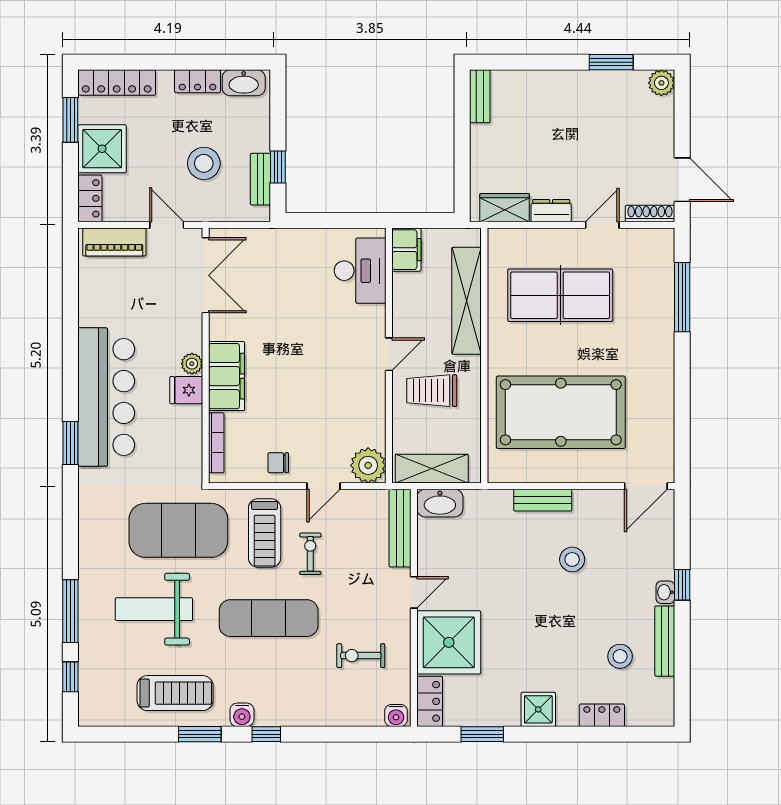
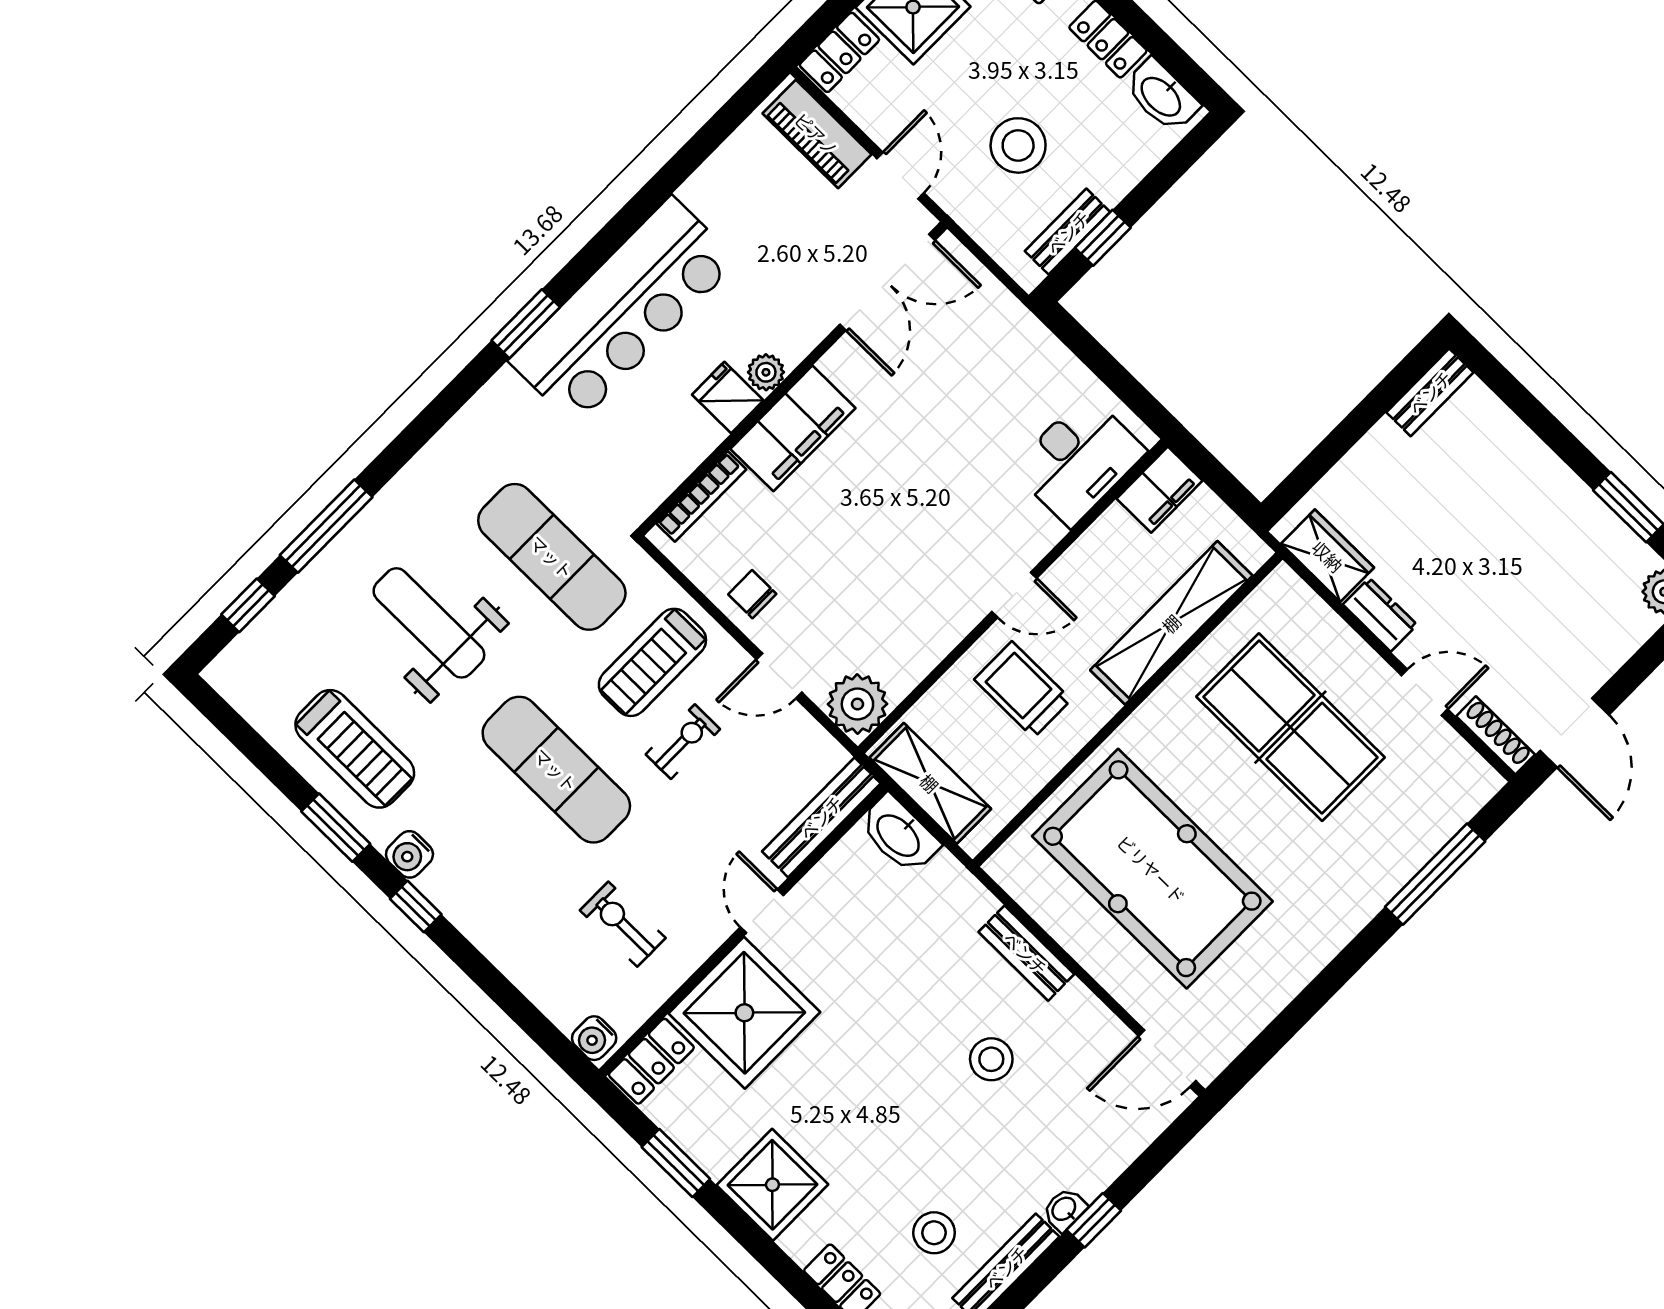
exercise mat: (178, 530) -> (552, 557), width x0.68
door: (414, 592) -> (762, 911), swing flipped
shower: (538, 709) -> (772, 1185), width x1.36, depth x1.36

